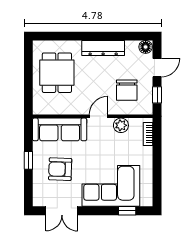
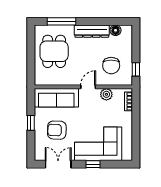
window: (66, 36) -> (61, 21), added
floor lamp: (146, 47) -> (116, 30), moved
door: (157, 68) -> (136, 47), removed
double door: (62, 211) -> (58, 164), swing flipped
window: (127, 211) -> (93, 164), moved

